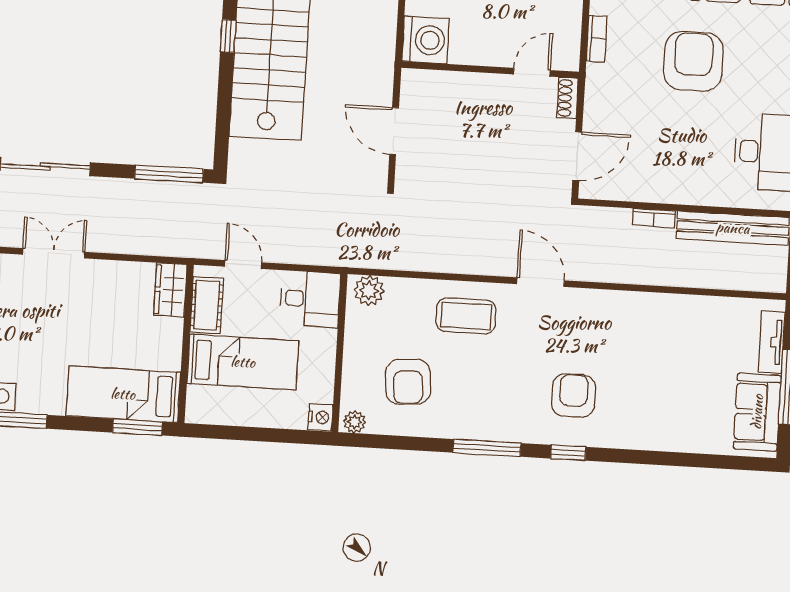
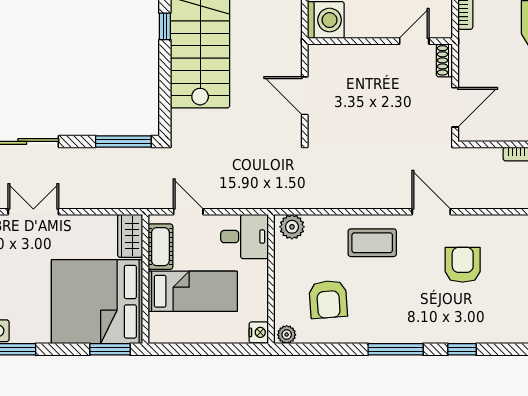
bed: (123, 394) -> (97, 302), width x2.04
armchair: (574, 396) -> (463, 265), moved

